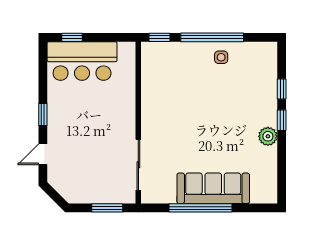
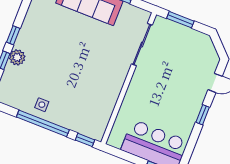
plant: (268, 136) -> (17, 57), moved

